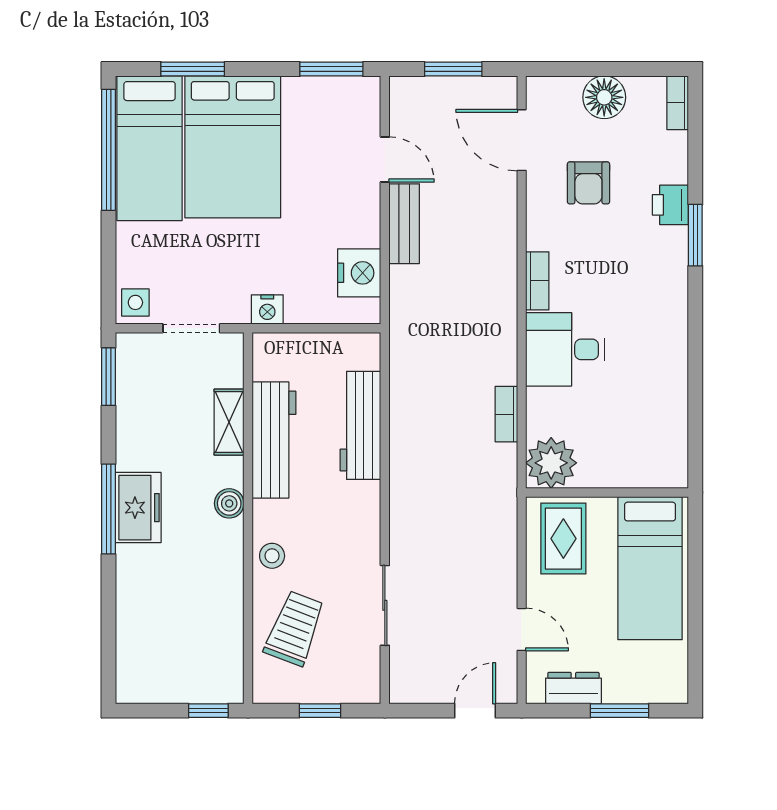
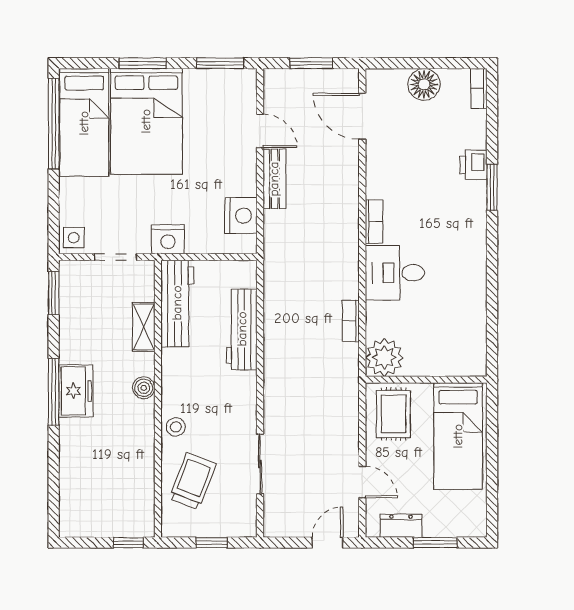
window: (193, 69) -> (143, 63), moved
armchair: (588, 183) -> (412, 148), removed
nightstand: (267, 309) -> (168, 239), width x1.36, depth x1.33
workbench: (274, 440) -> (177, 303), moved

